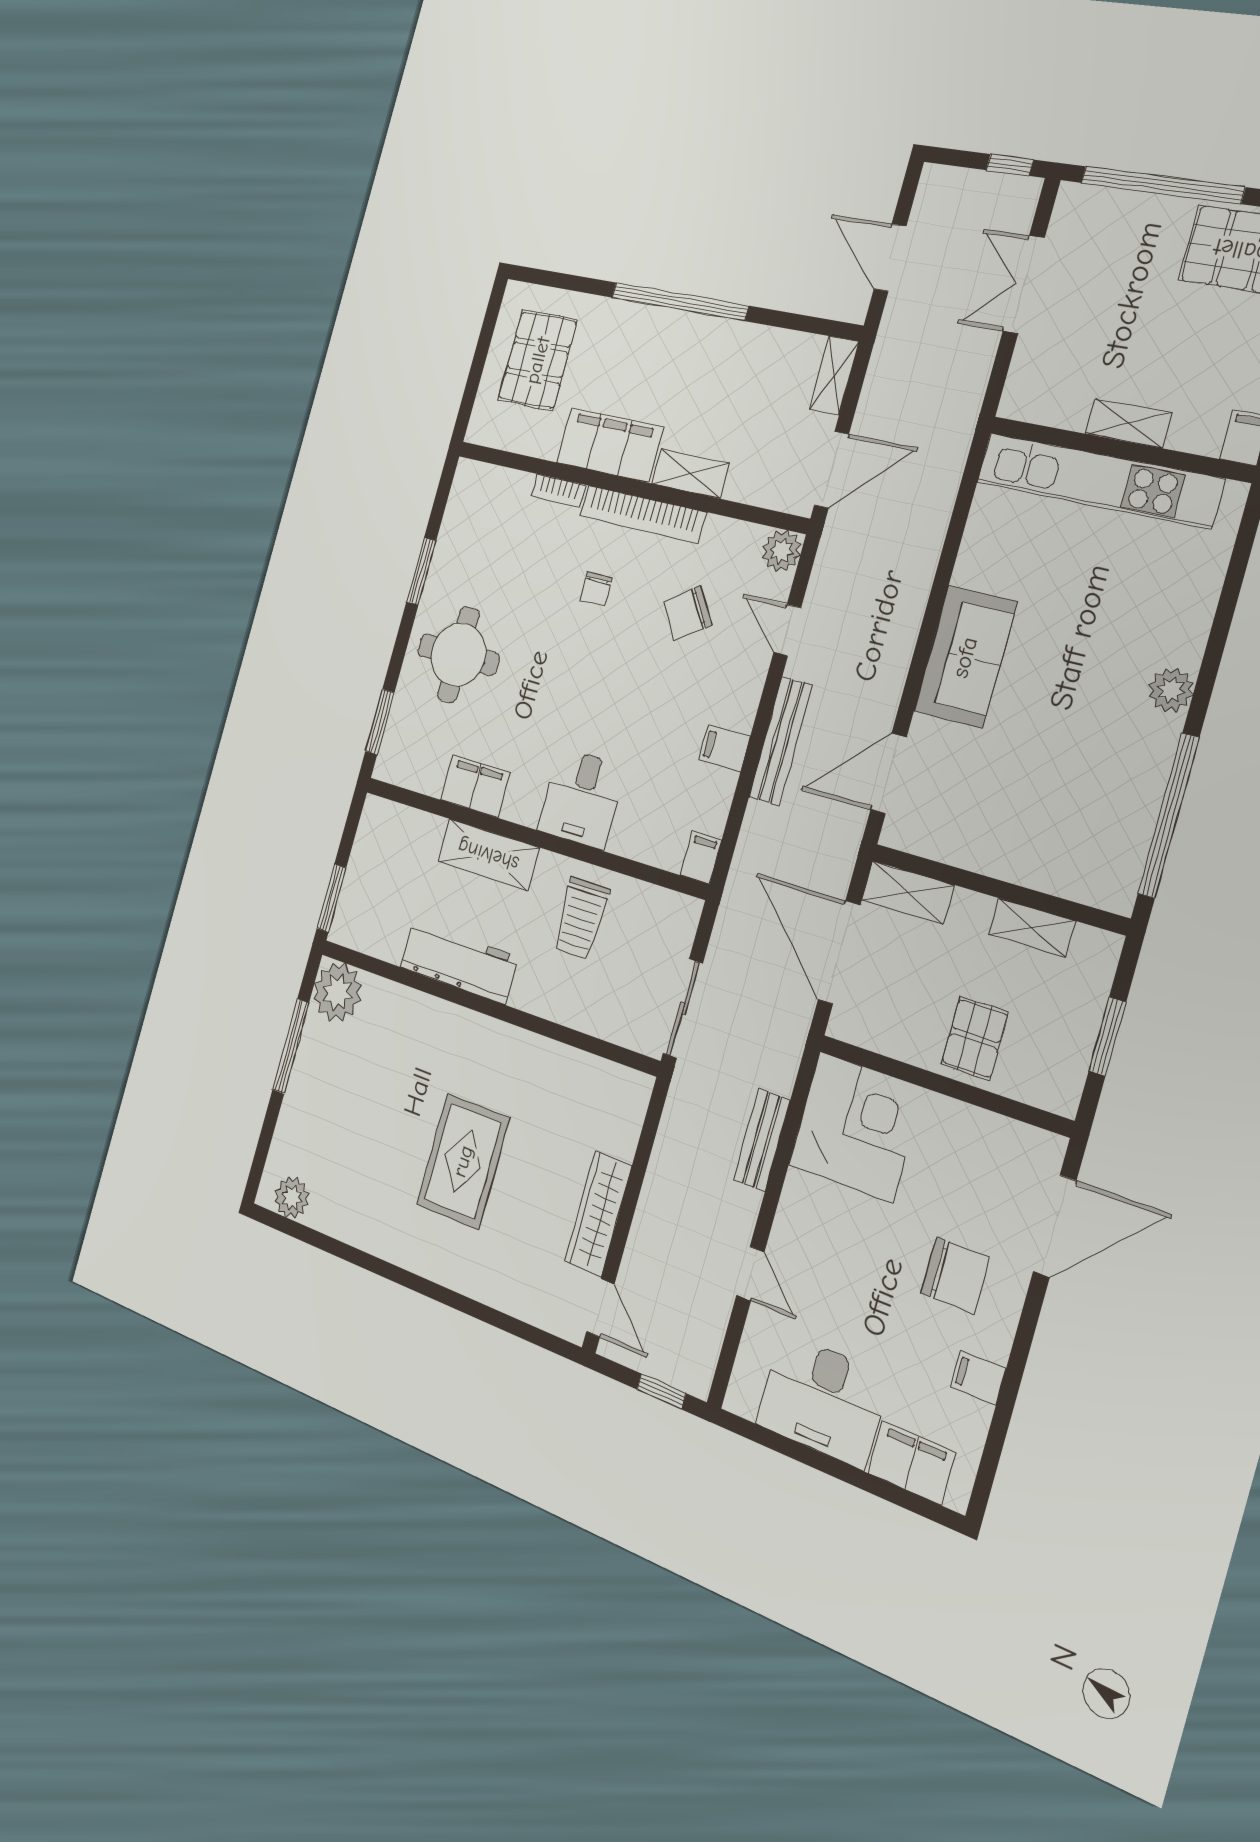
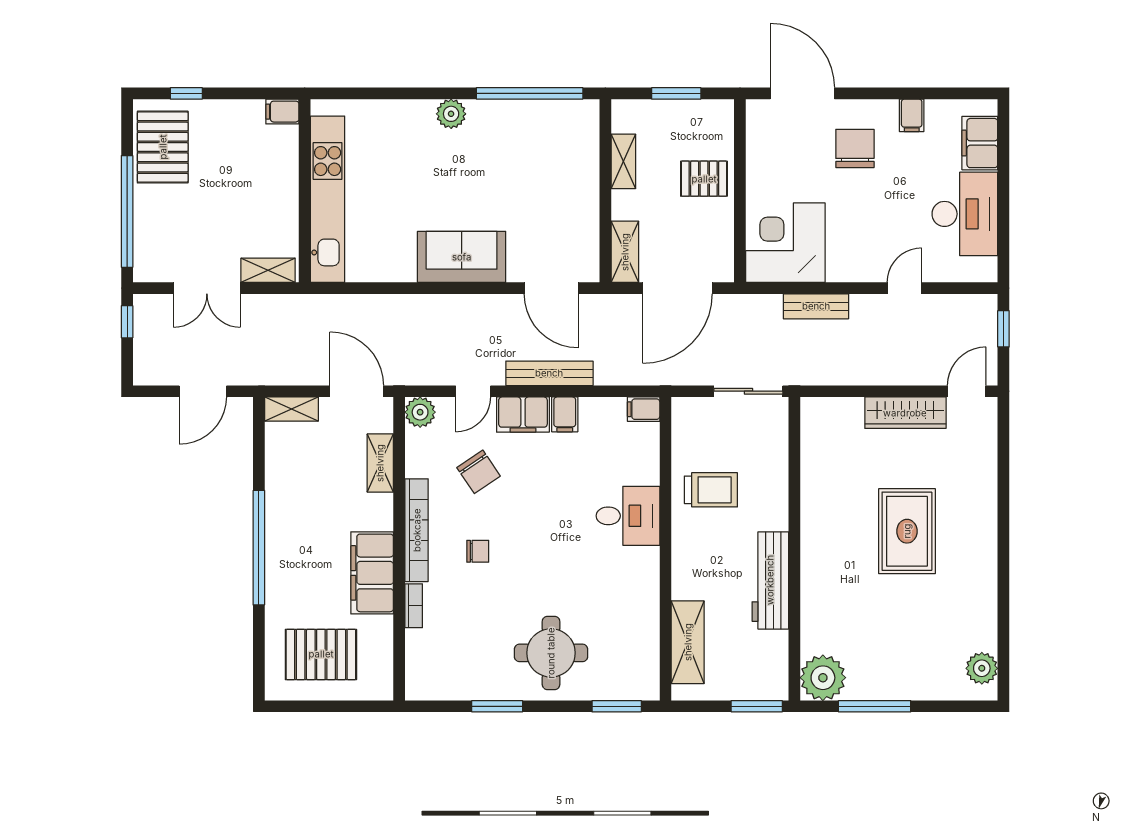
shelving: (1128, 423) -> (268, 270), moved, turned 90
shelving: (690, 474) -> (380, 463), moved
filing cabinet: (475, 786) -> (523, 415), moved, turned -90
shelving: (488, 855) -> (688, 642), moved
rug: (463, 1161) -> (907, 531), turned 90

